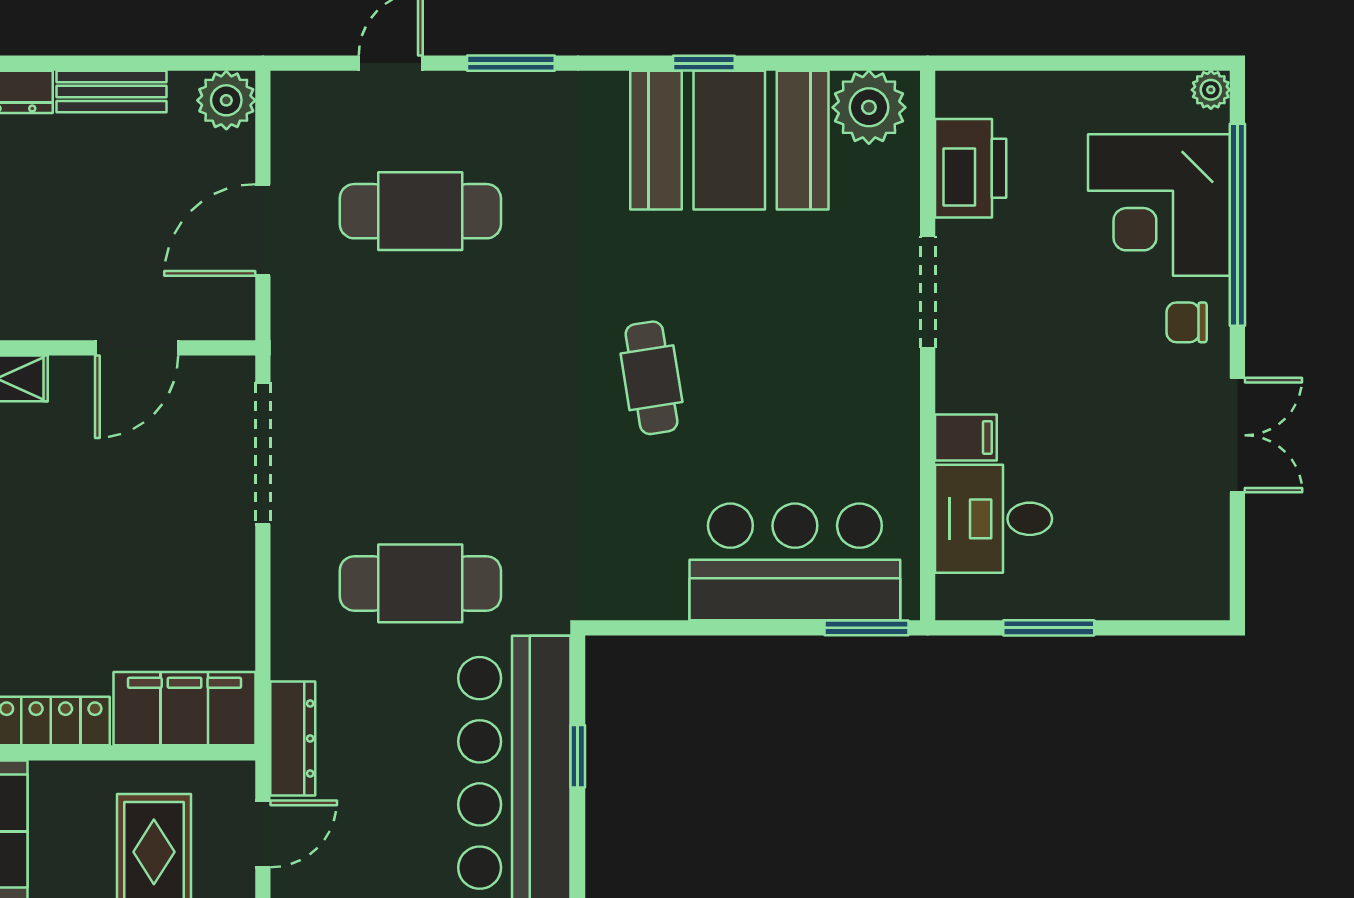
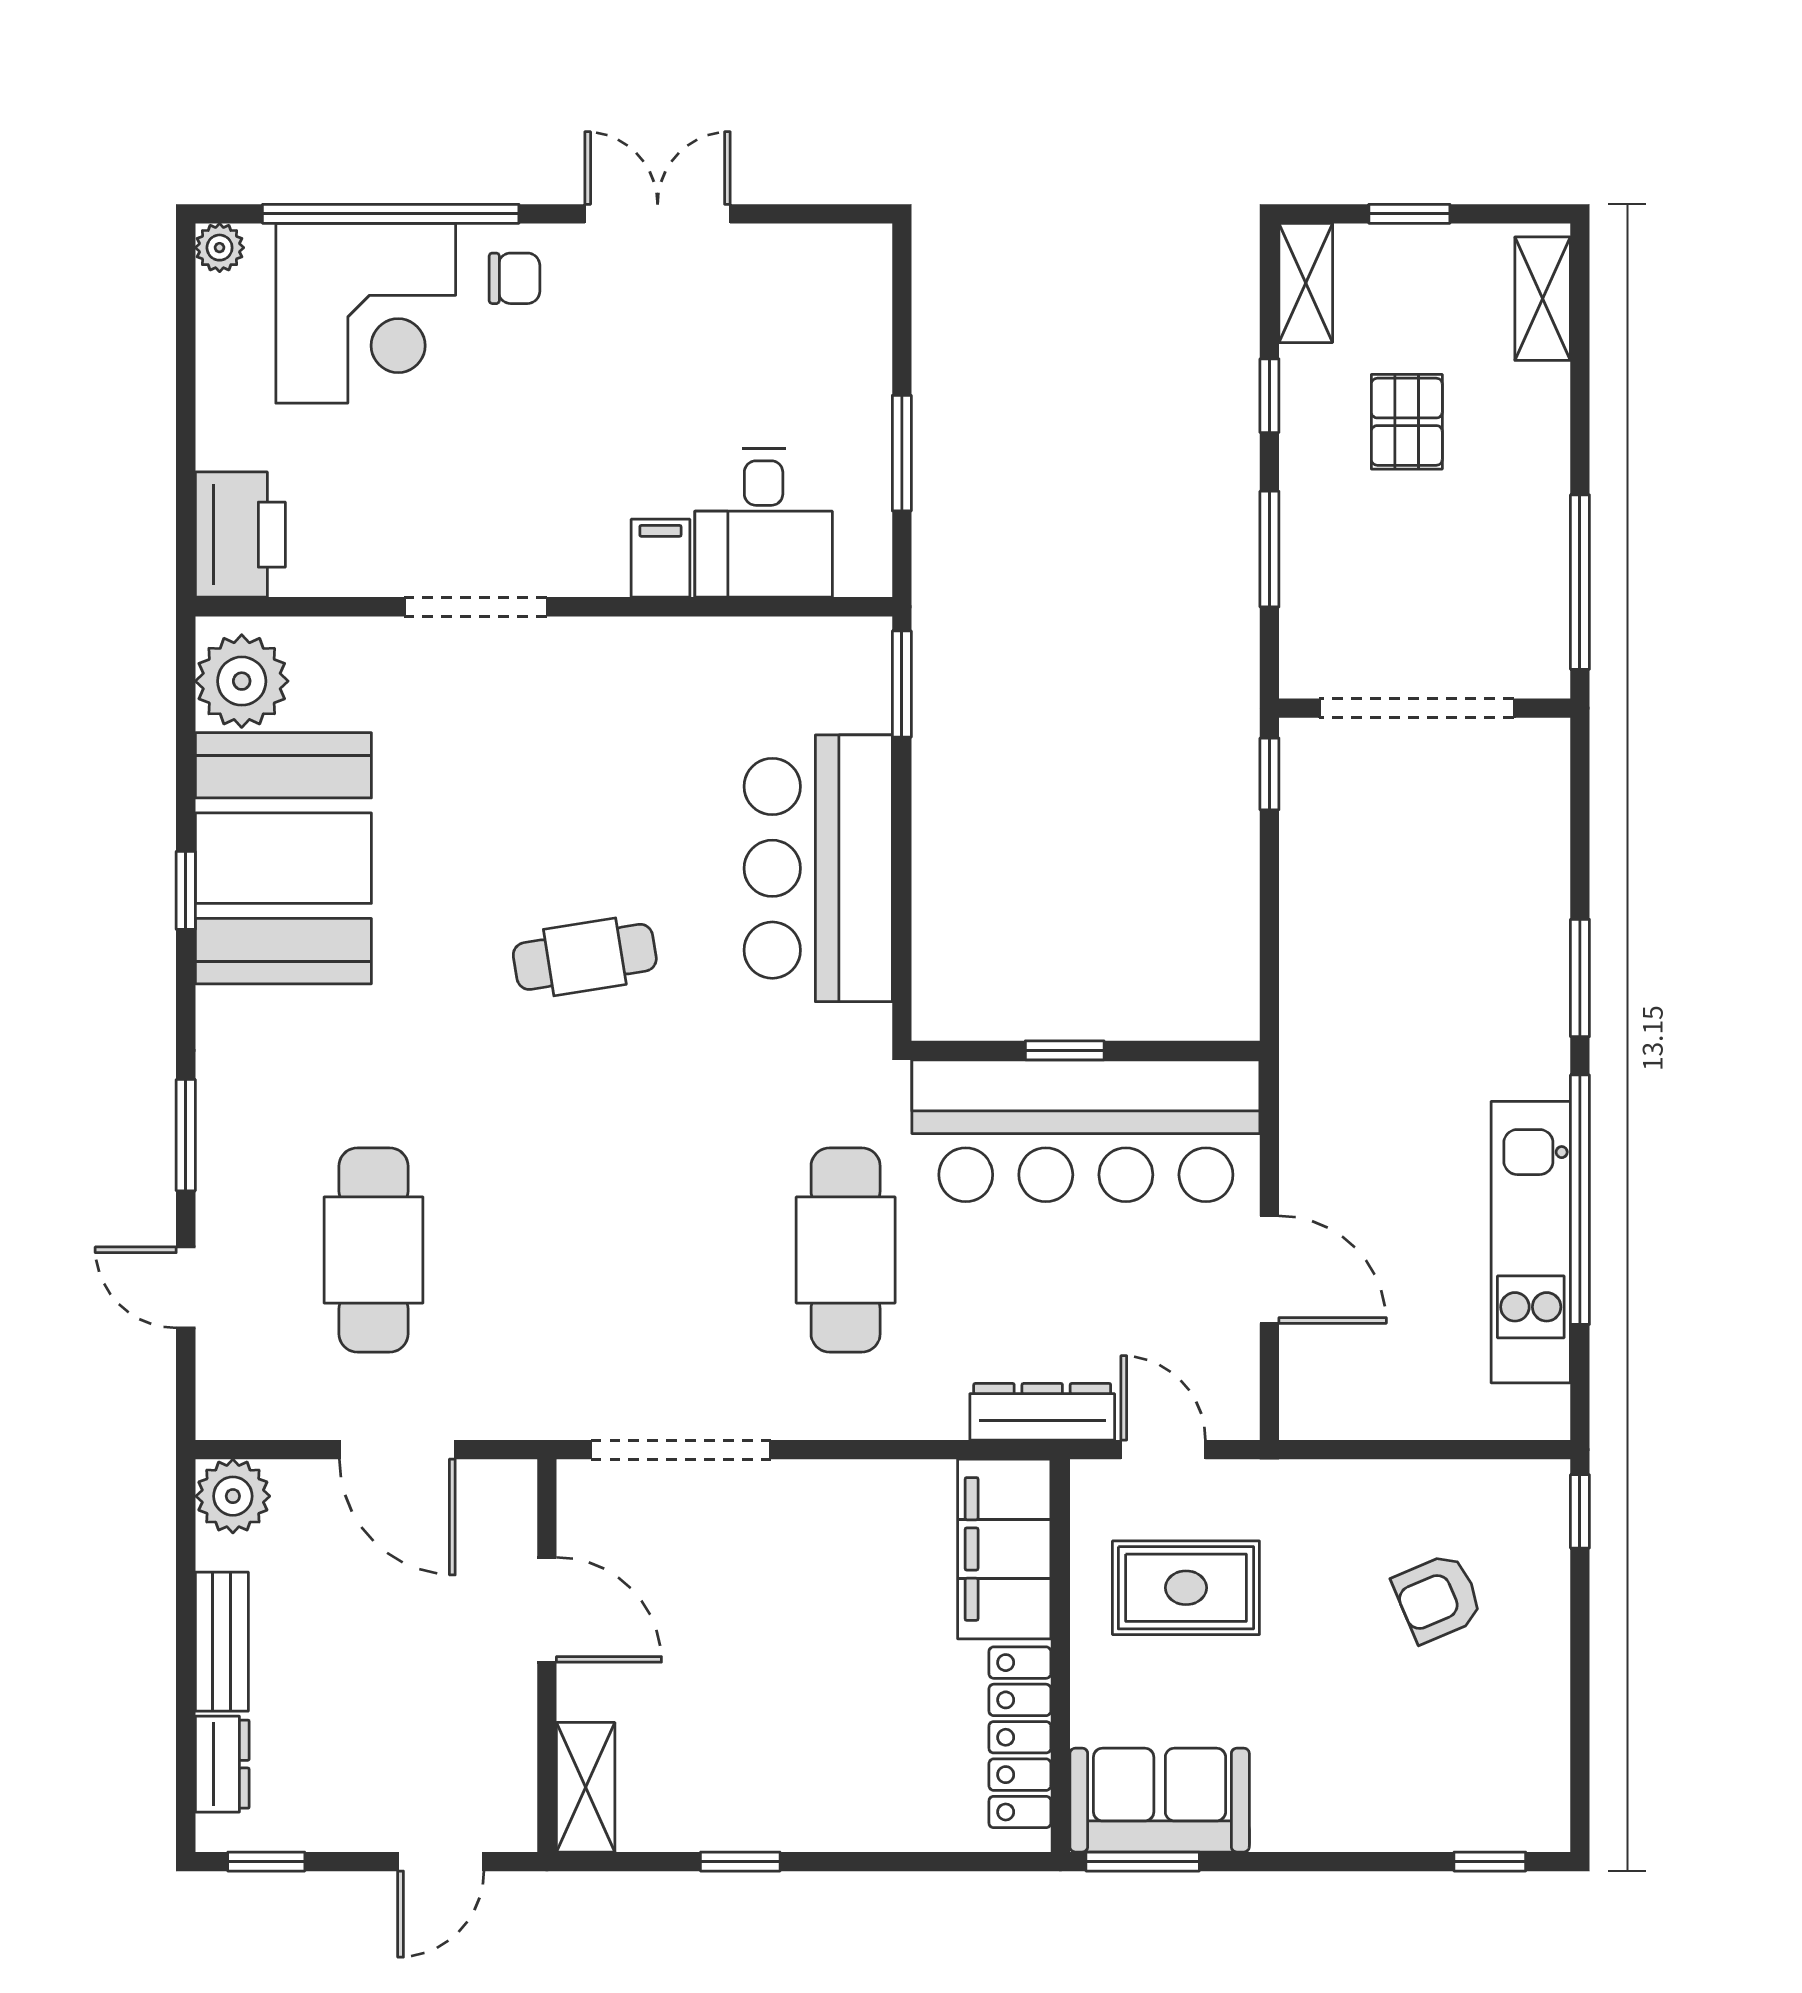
printer: (971, 168) -> (240, 535), moved, turned 90
chair: (1187, 322) -> (514, 278), turned -90
bar counter: (795, 562) -> (818, 868), moved

